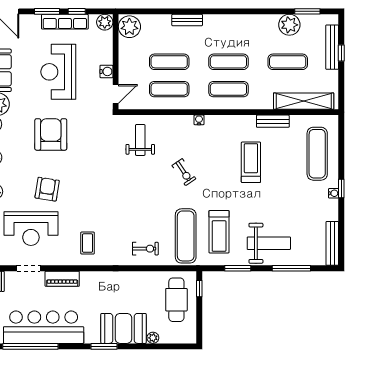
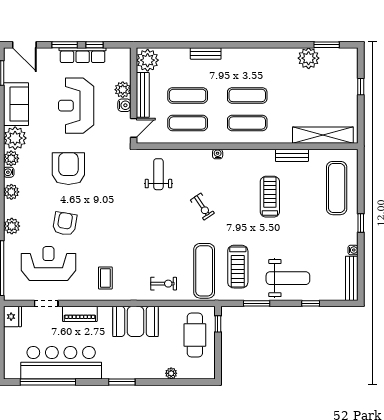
plant: (105, 22) -> (123, 90), moved
bench: (332, 47) -> (143, 95), moved
exercise mat: (288, 62) -> (307, 95), removed
water cooler: (334, 193) -> (353, 250), moved
reception desk: (31, 229) -> (48, 263), turned 180
window: (291, 268) -> (311, 303), width x0.46
booth: (123, 328) -> (135, 321), moved

